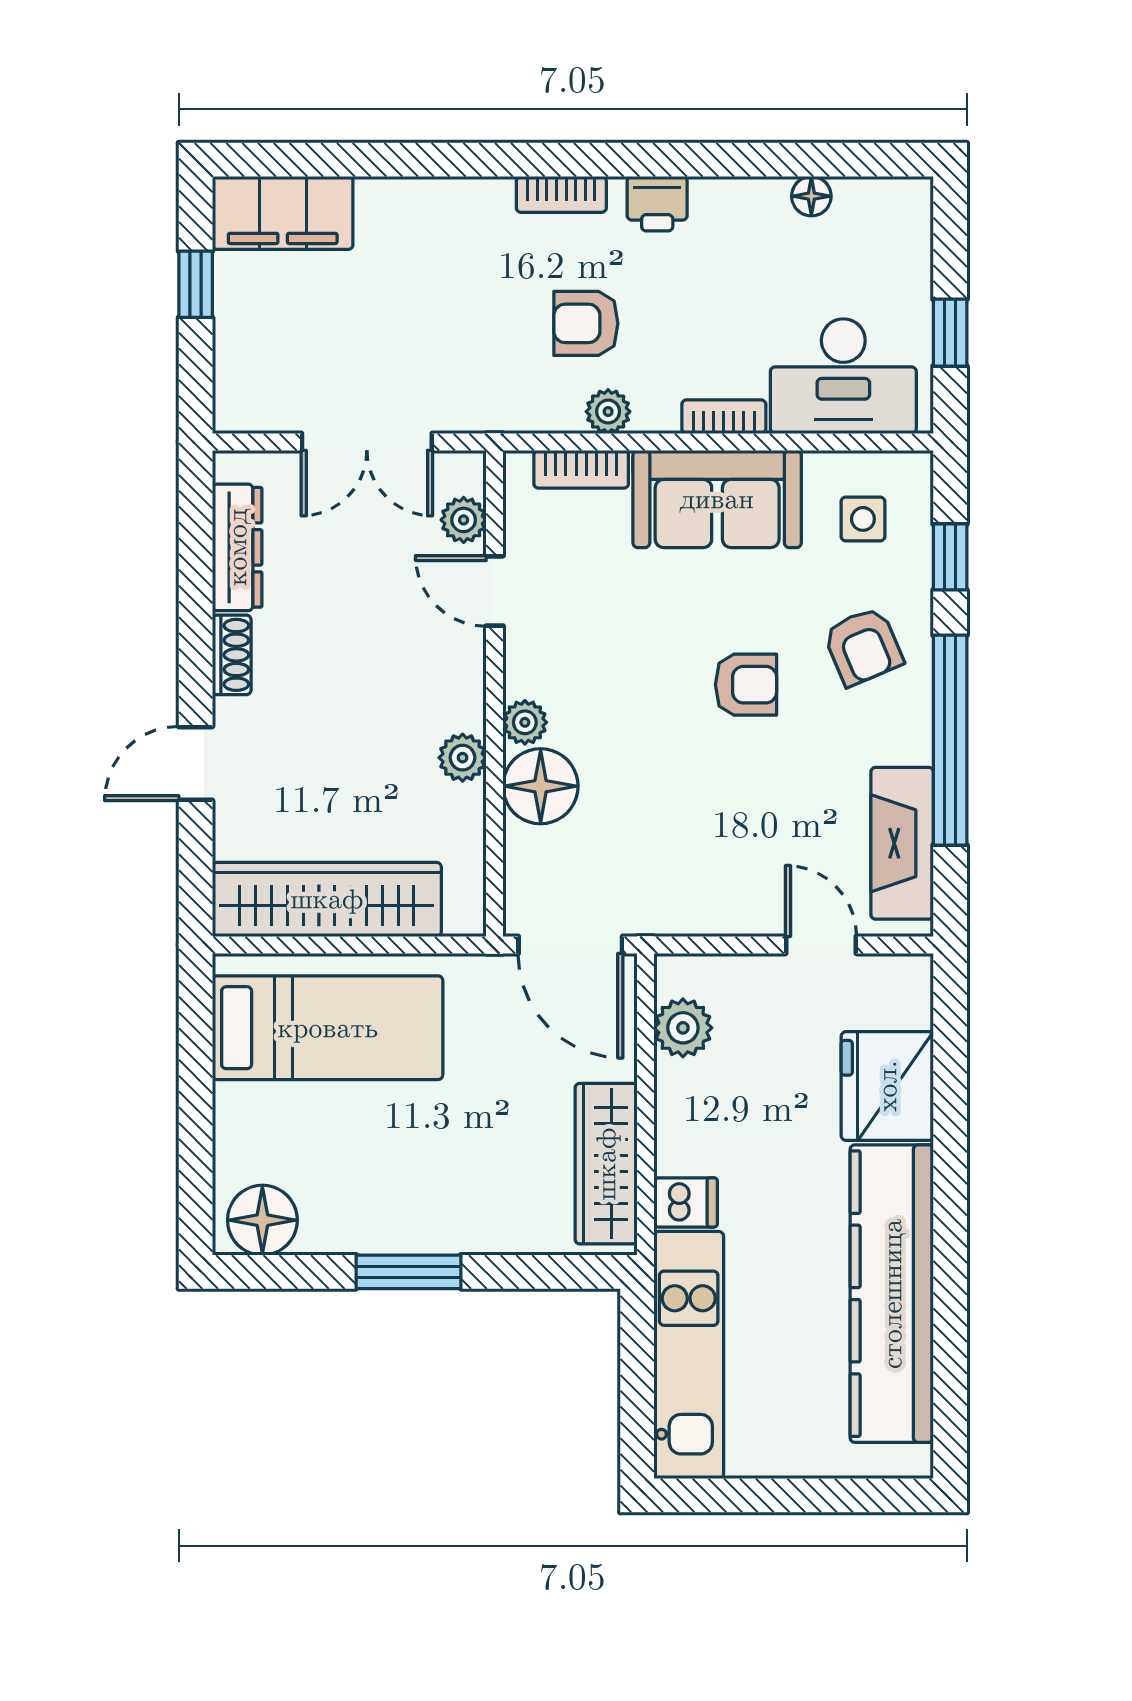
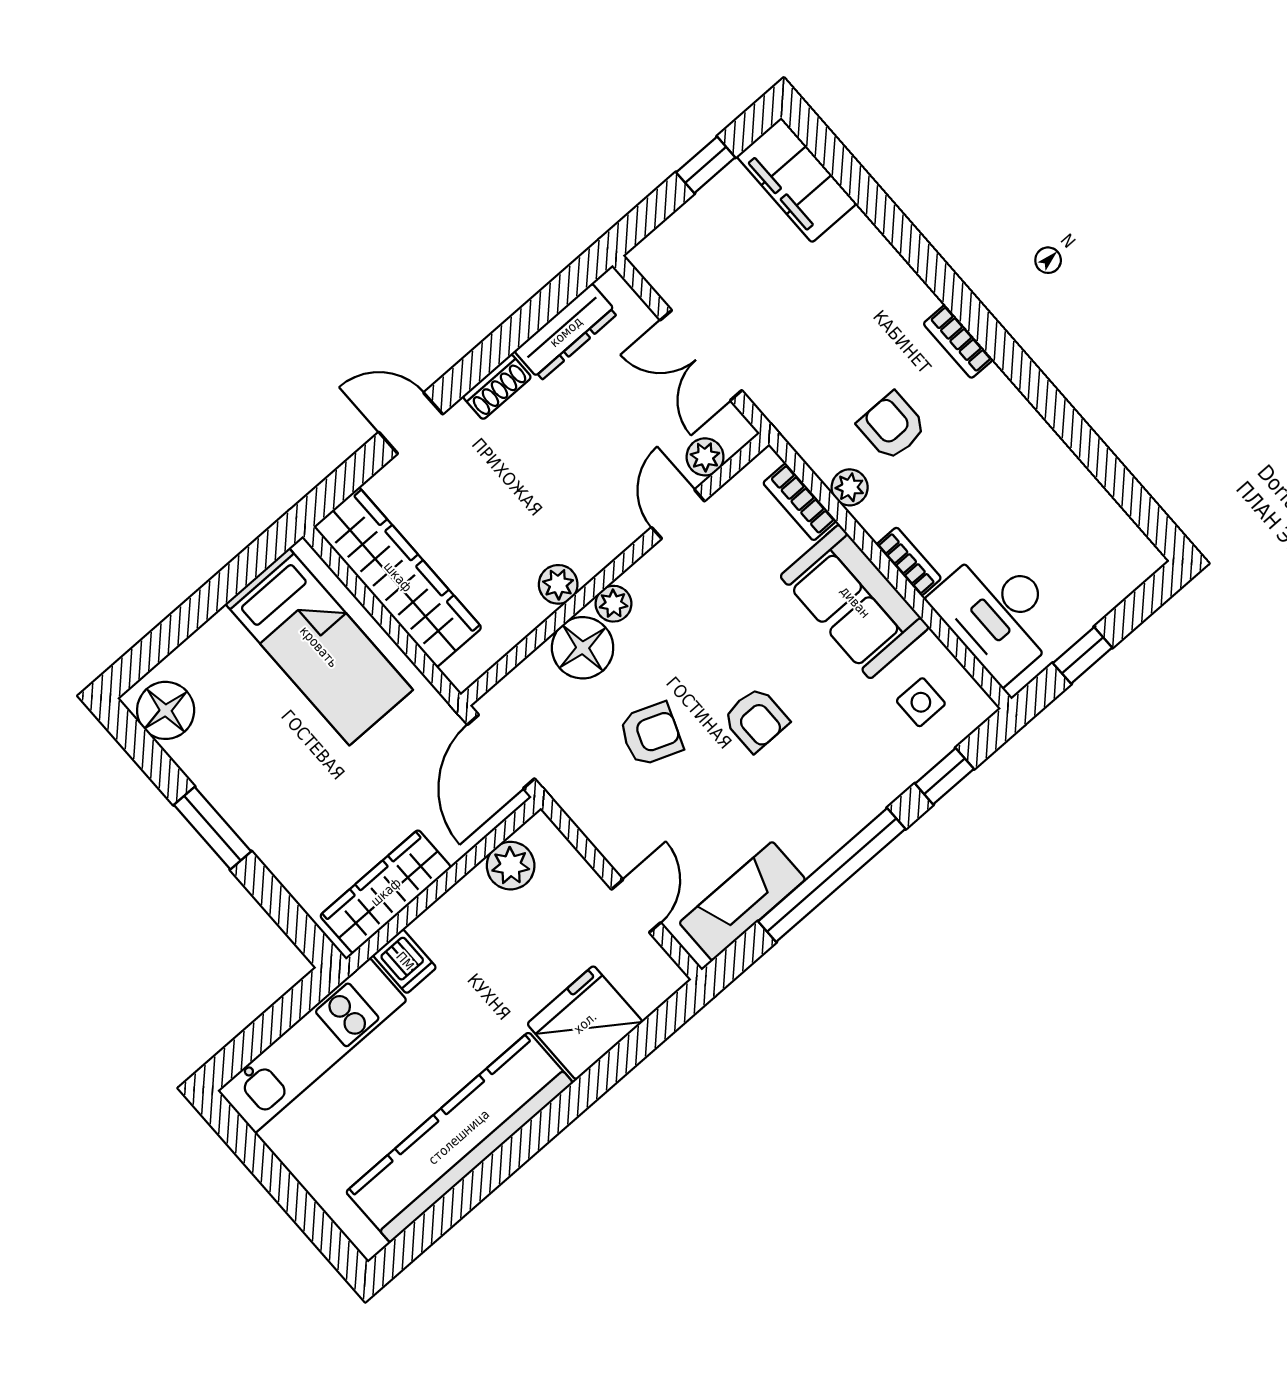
floor lamp: (811, 196) -> (1092, 497), removed
printer: (657, 204) -> (1004, 406), removed
armchair: (863, 646) -> (651, 734), moved, turned -136

